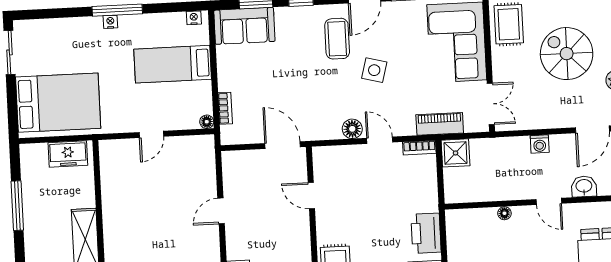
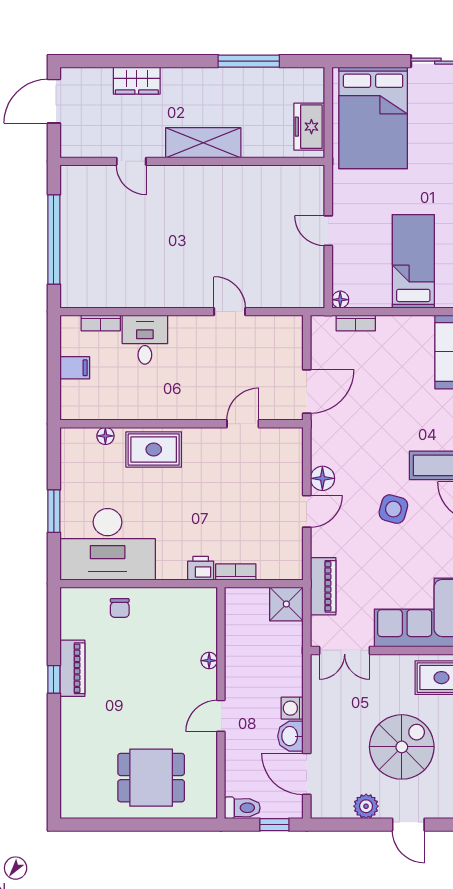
bookcase: (419, 148) -> (236, 572), moved, turned 90
washbasin: (584, 186) -> (290, 736), moved, turned 180
printer: (426, 233) -> (201, 568), width x0.53, depth x0.68

